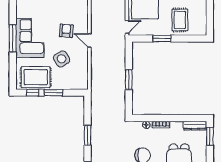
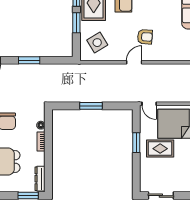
sliding door: (210, 16) -> (161, 196), added
rug: (180, 20) -> (160, 149), moved
side table: (62, 59) -> (97, 43), moved

